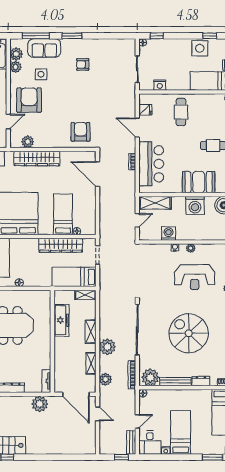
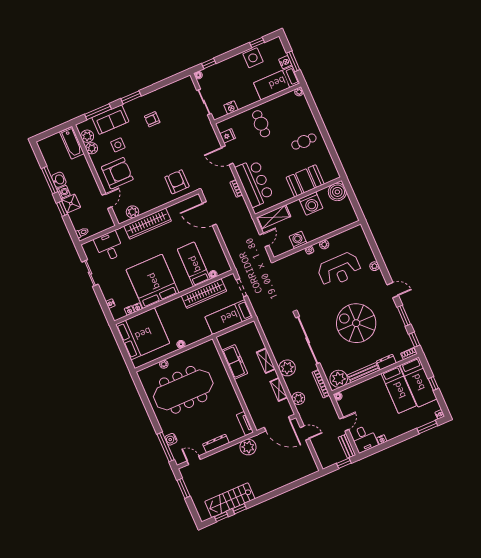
armchair: (29, 100) -> (117, 173), turned 90
shelving: (85, 295) -> (246, 329), removed
bed: (181, 432) -> (399, 390), moved, turned 180

